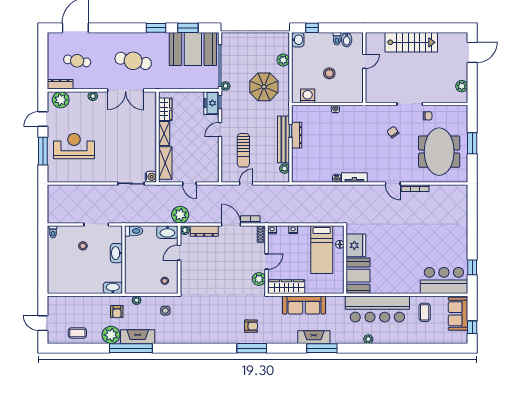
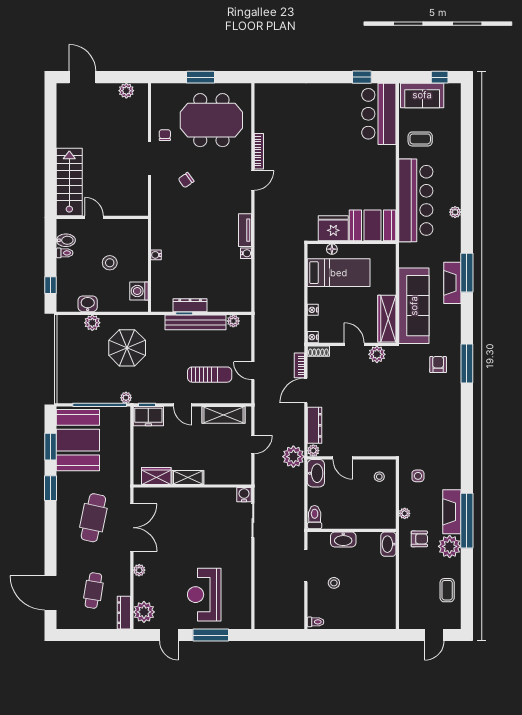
washbasin: (298, 40) -> (88, 304), moved
stairs: (411, 42) -> (69, 182), moved
shelving: (165, 163) -> (224, 415), moved
sofa: (304, 305) -> (414, 306), width x1.36, depth x1.27

